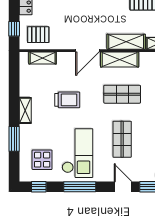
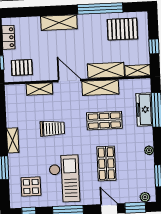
door: (87, 51) -> (69, 81), swing flipped
shelving: (43, 58) -> (39, 89), moved

